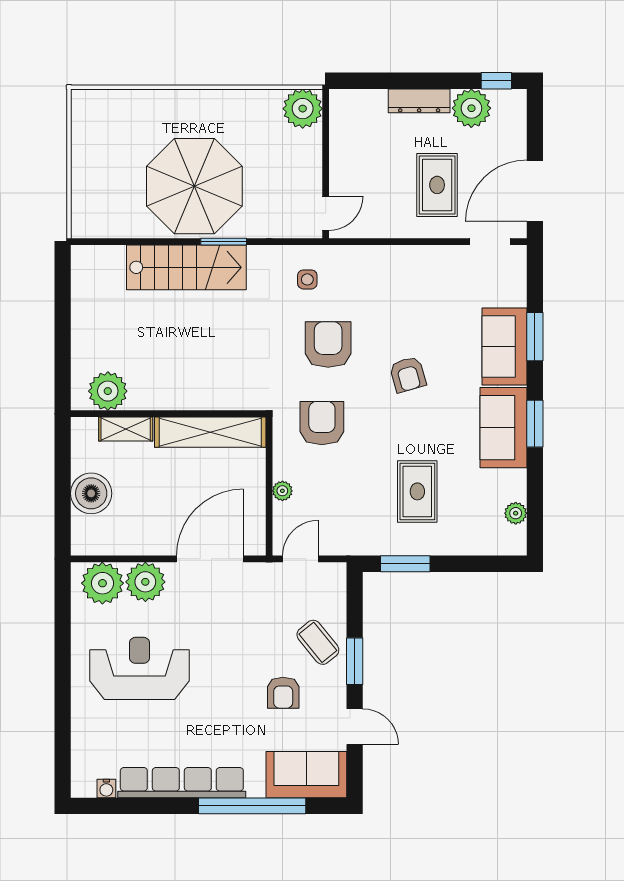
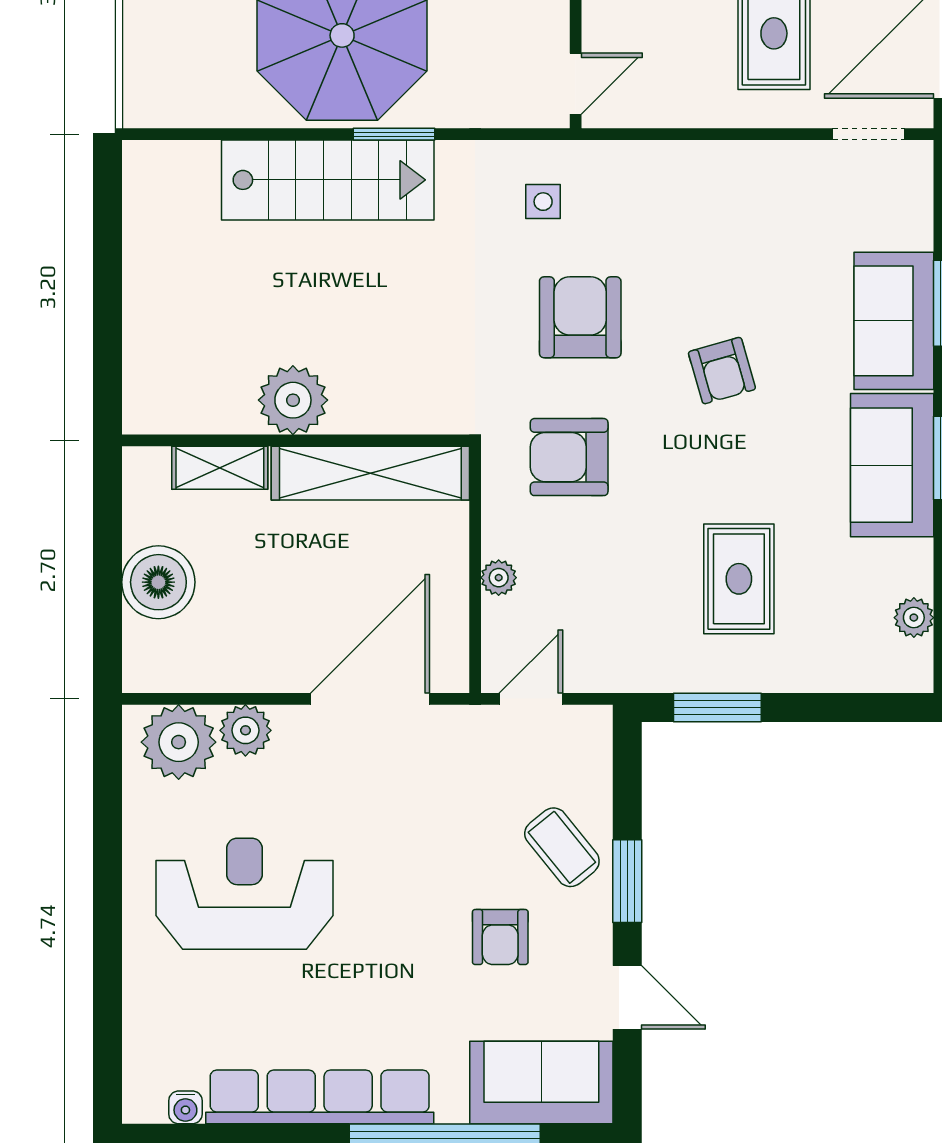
plant: (108, 391) -> (293, 400), moved
armchair: (322, 423) -> (569, 457), turned -90
plant: (145, 582) -> (245, 730), width x0.73, depth x0.73

